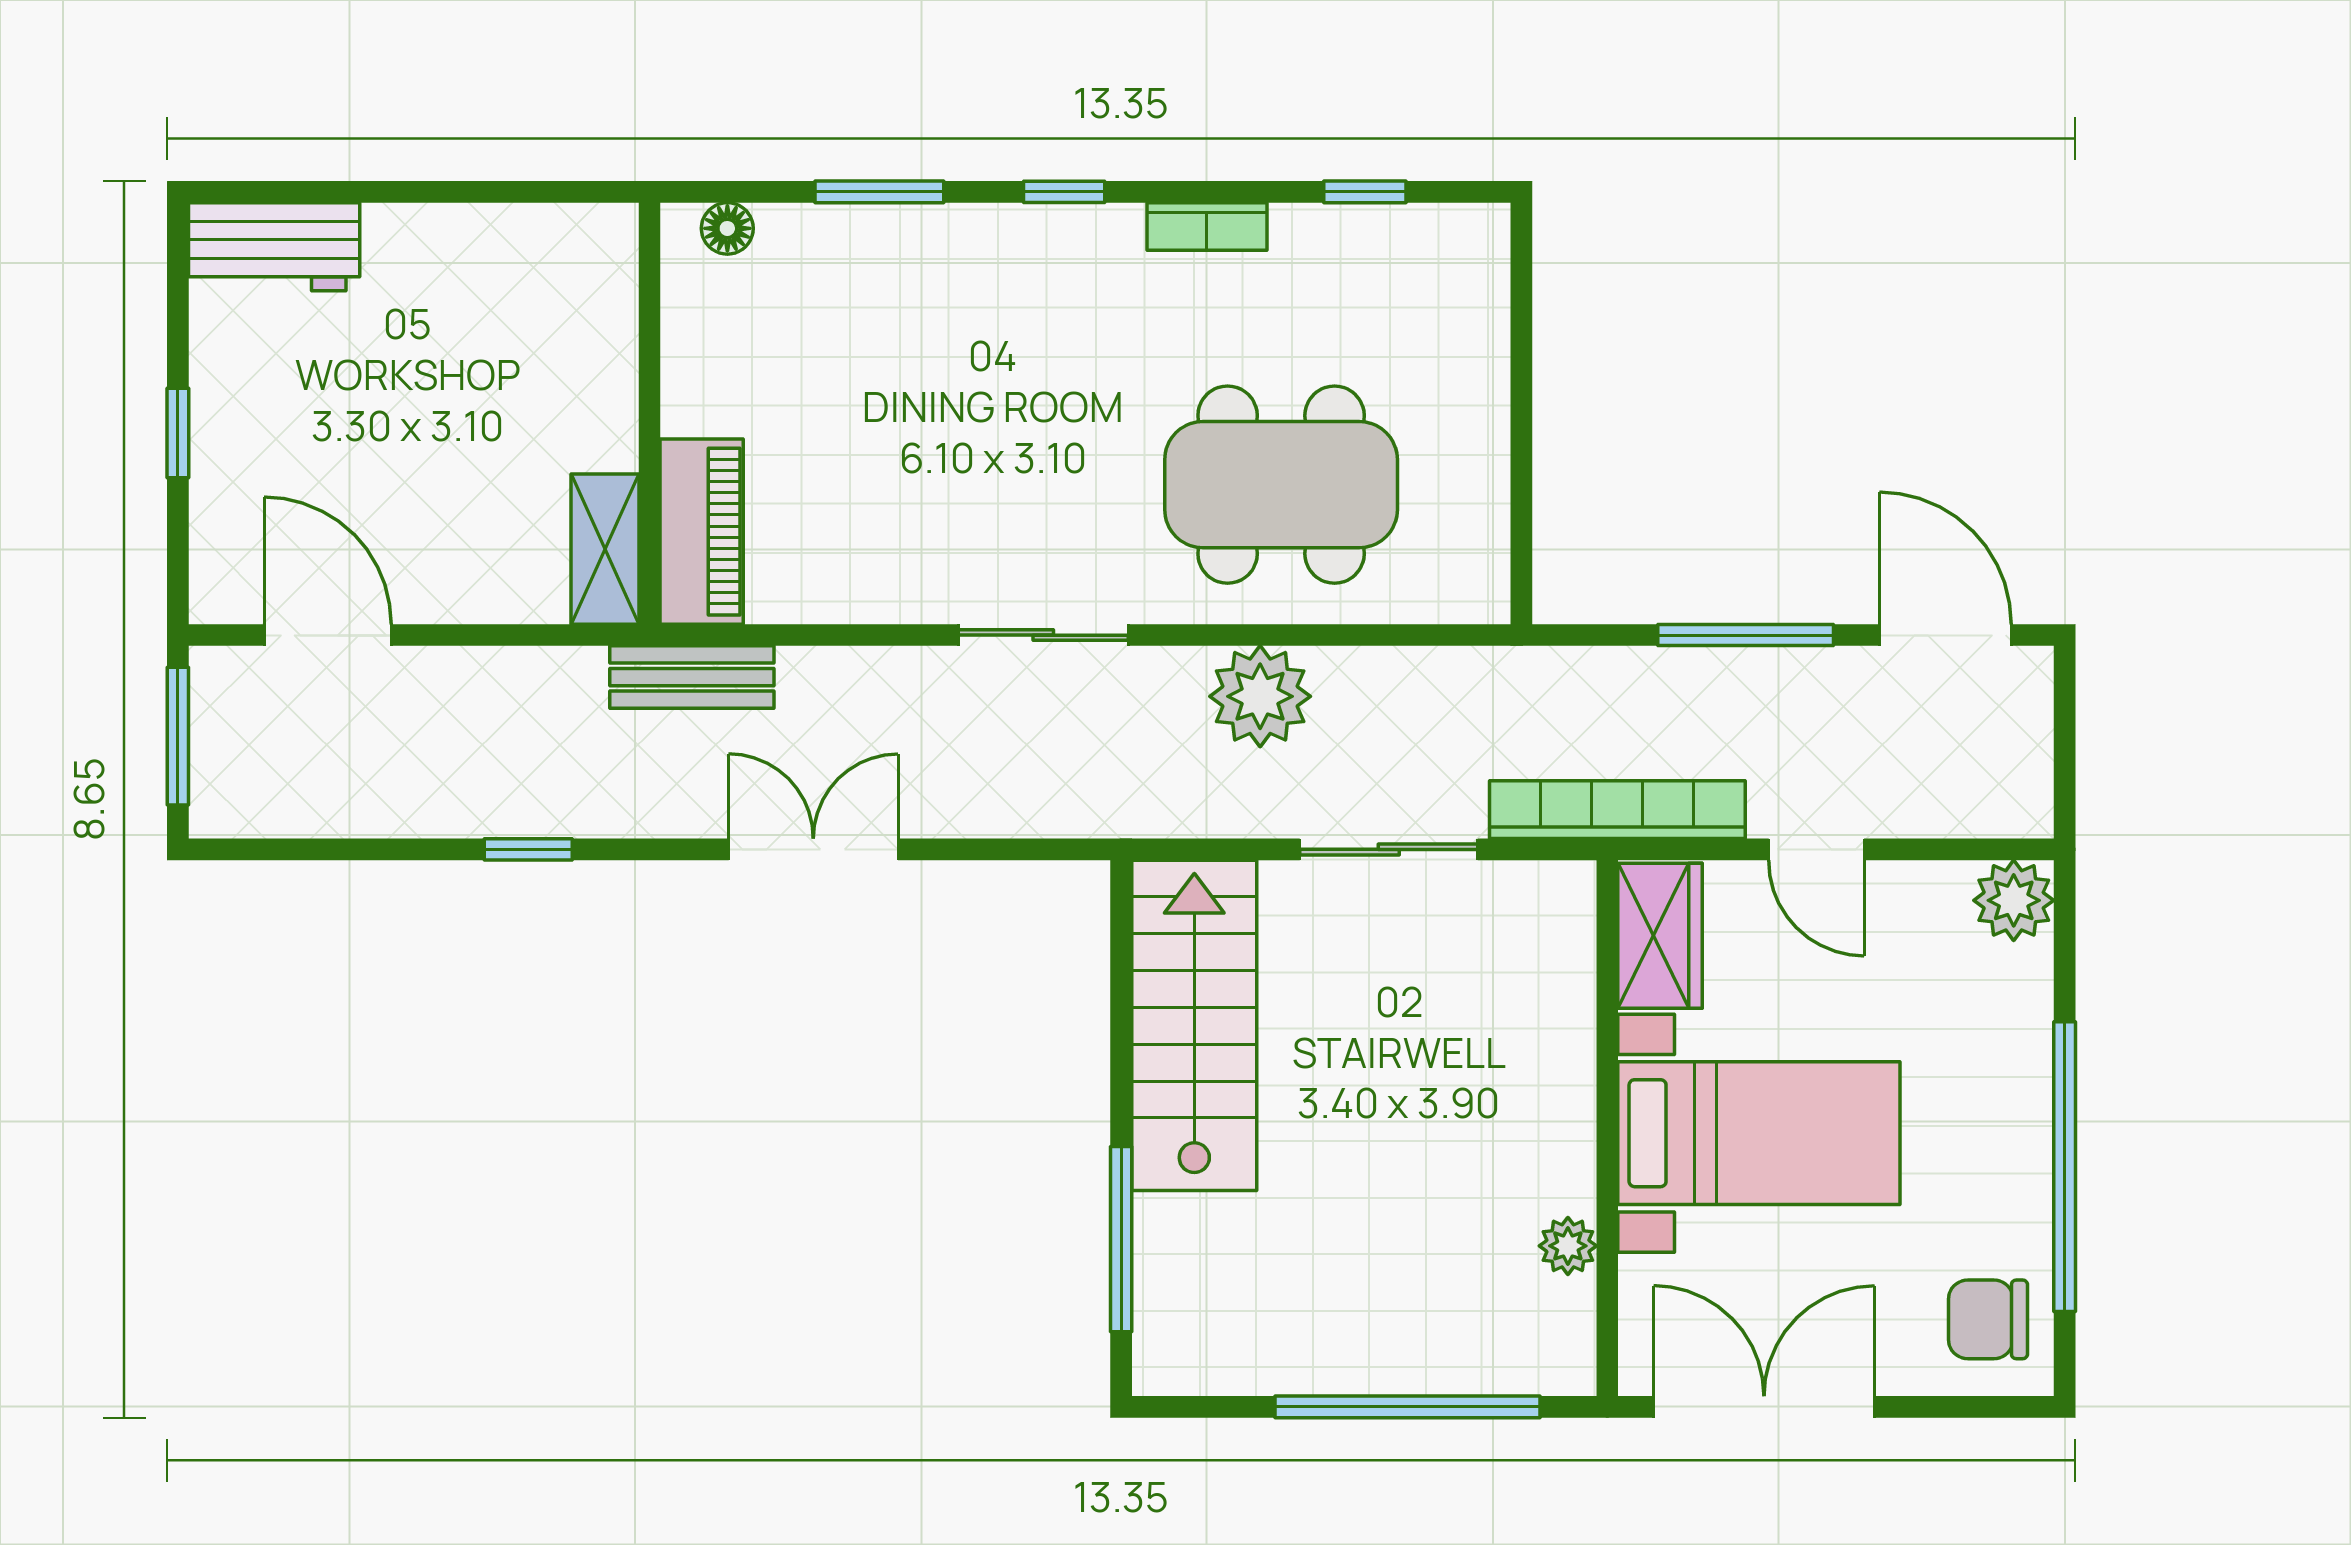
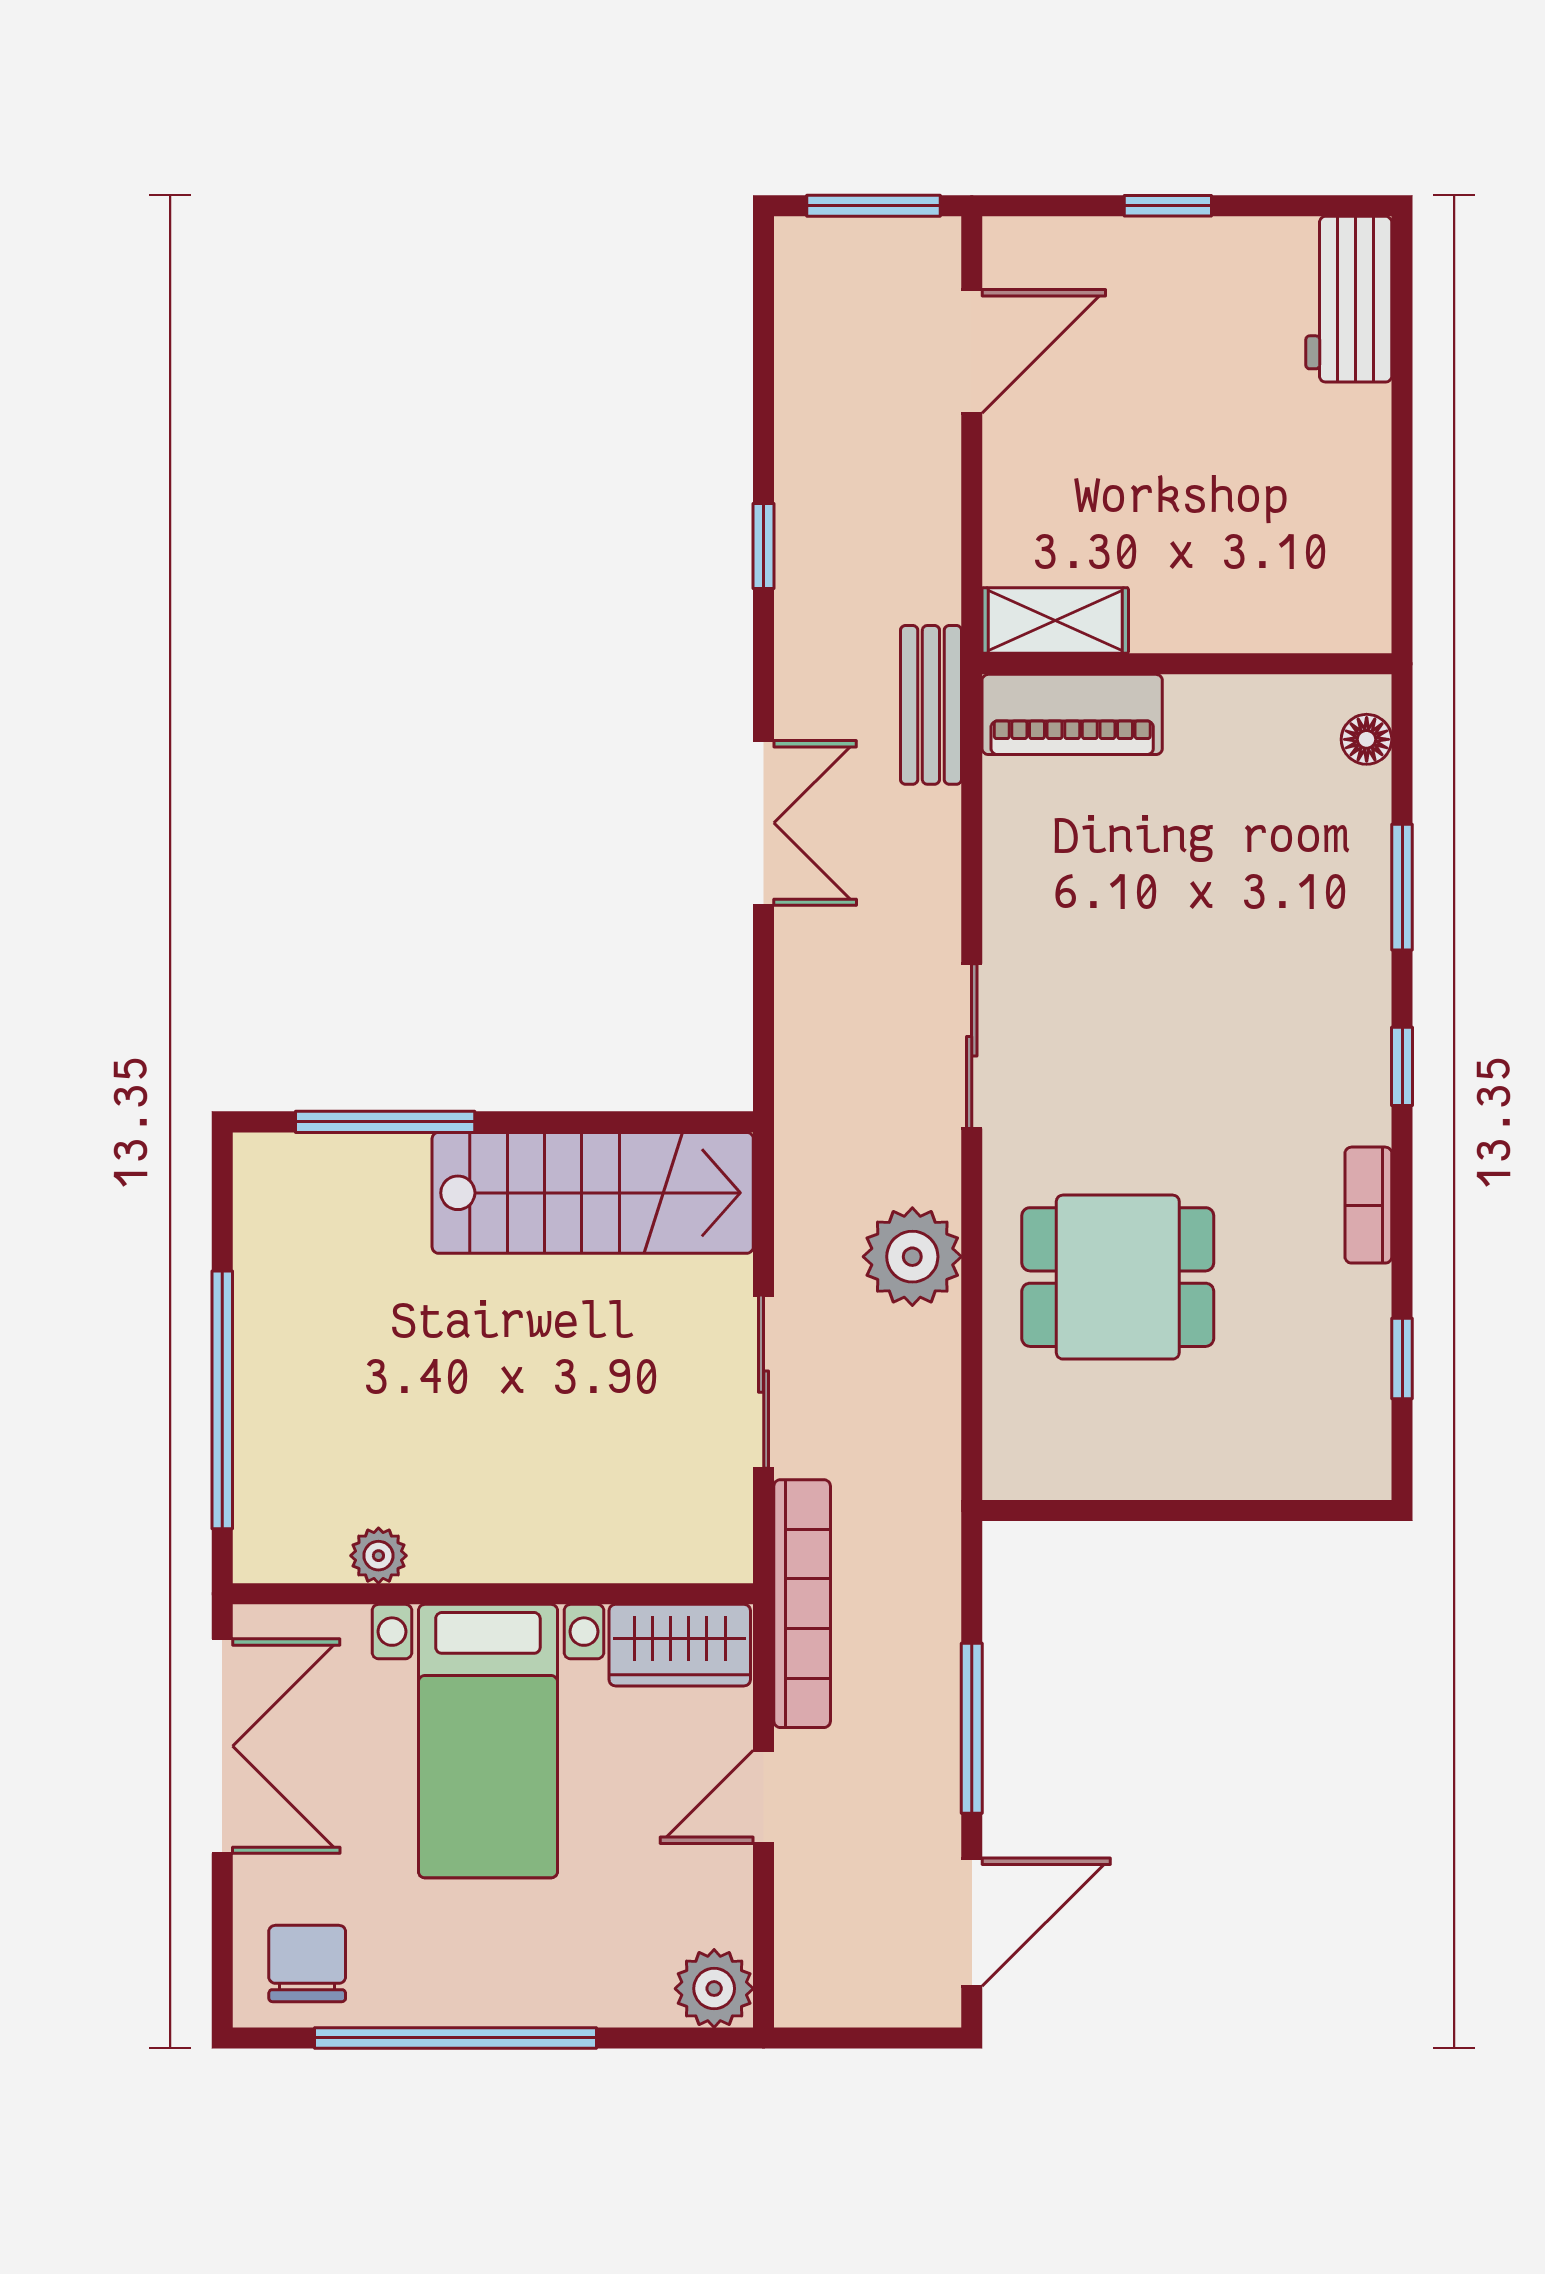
dining table: (1281, 485) -> (1118, 1277), width x0.73

